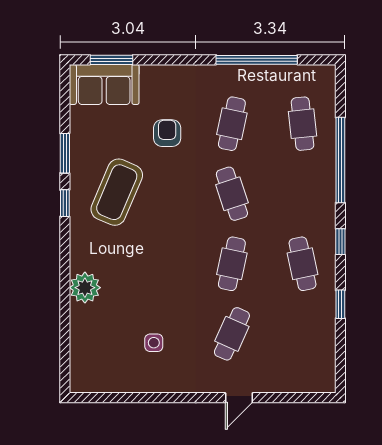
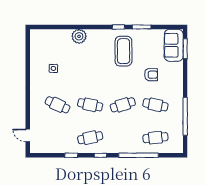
coffee table: (117, 192) -> (123, 51), turned 67
door: (239, 398) -> (28, 135), moved

